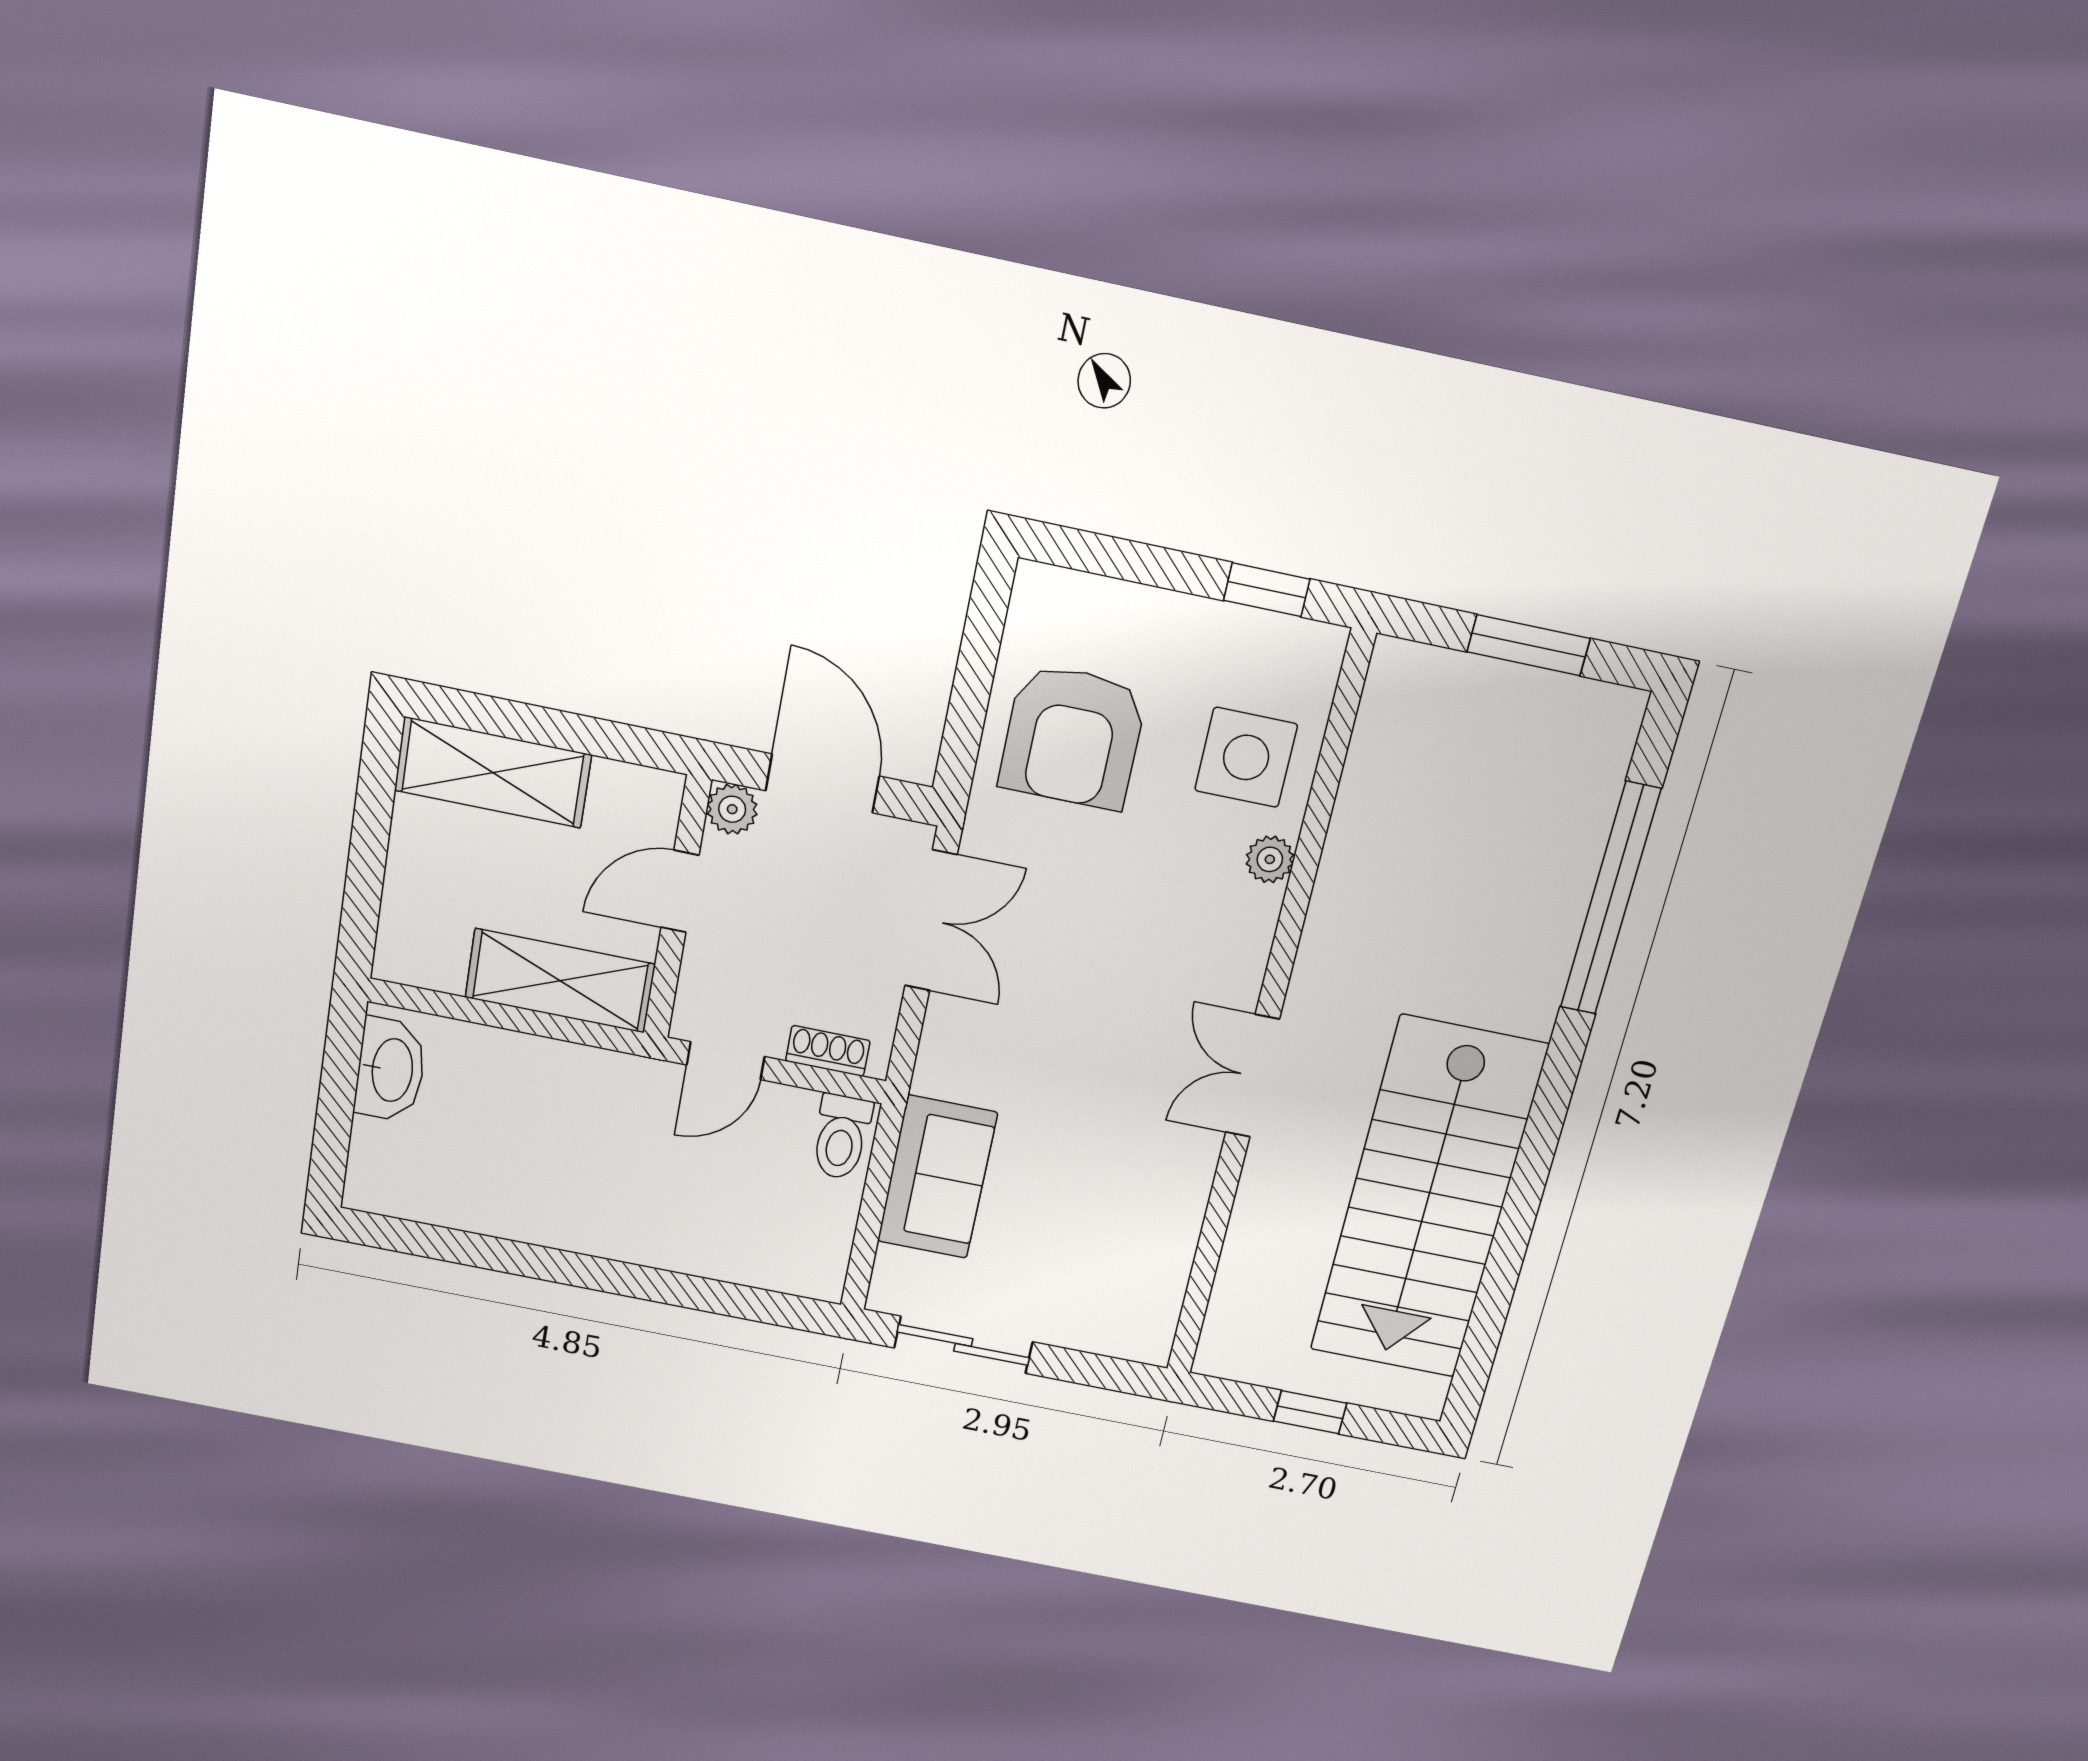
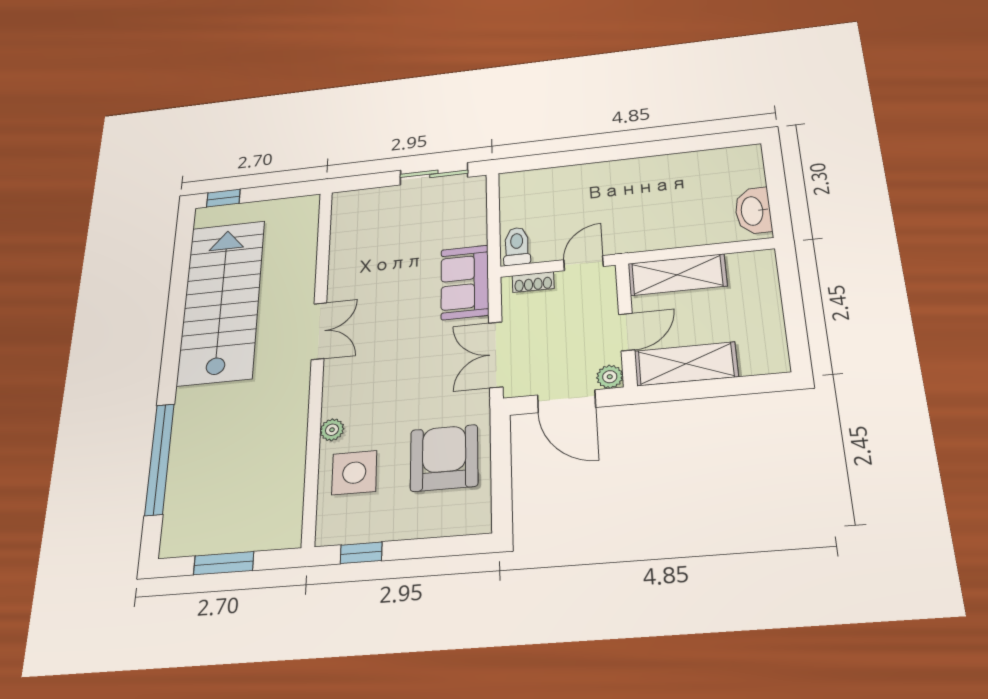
shelving: (493, 773) -> (686, 364), moved
sofa: (937, 1177) -> (465, 282), moved
window: (1310, 1412) -> (223, 198), moved

